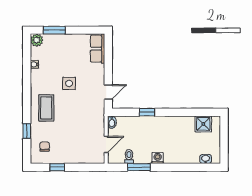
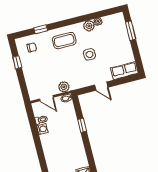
plant: (37, 40) -> (89, 26), moved
door: (108, 92) -> (101, 86), moved
plant: (98, 122) -> (64, 87), added
washing machine: (158, 158) -> (42, 129), moved
window: (139, 167) -> (35, 130), removed

